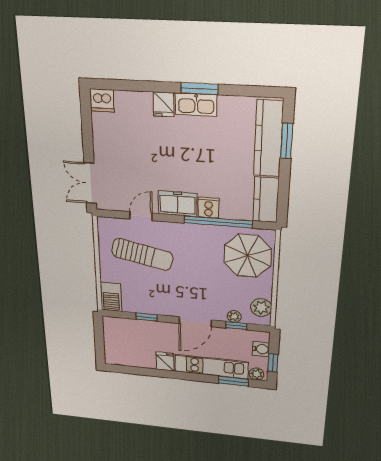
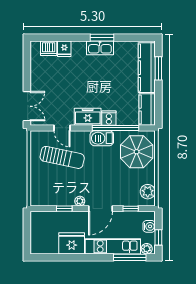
dishwasher: (102, 100) -> (49, 48), moved
fridge: (164, 104) -> (64, 49), moved
double door: (90, 183) -> (27, 106), swing flipped
door: (141, 216) -> (62, 128), swing flipped
barbecue: (111, 297) -> (102, 138), moved, turned 90
plant: (234, 316) -> (80, 201), moved
fridge: (165, 361) -> (72, 243), width x1.88, depth x1.34
window: (233, 381) -> (130, 257), width x1.44

